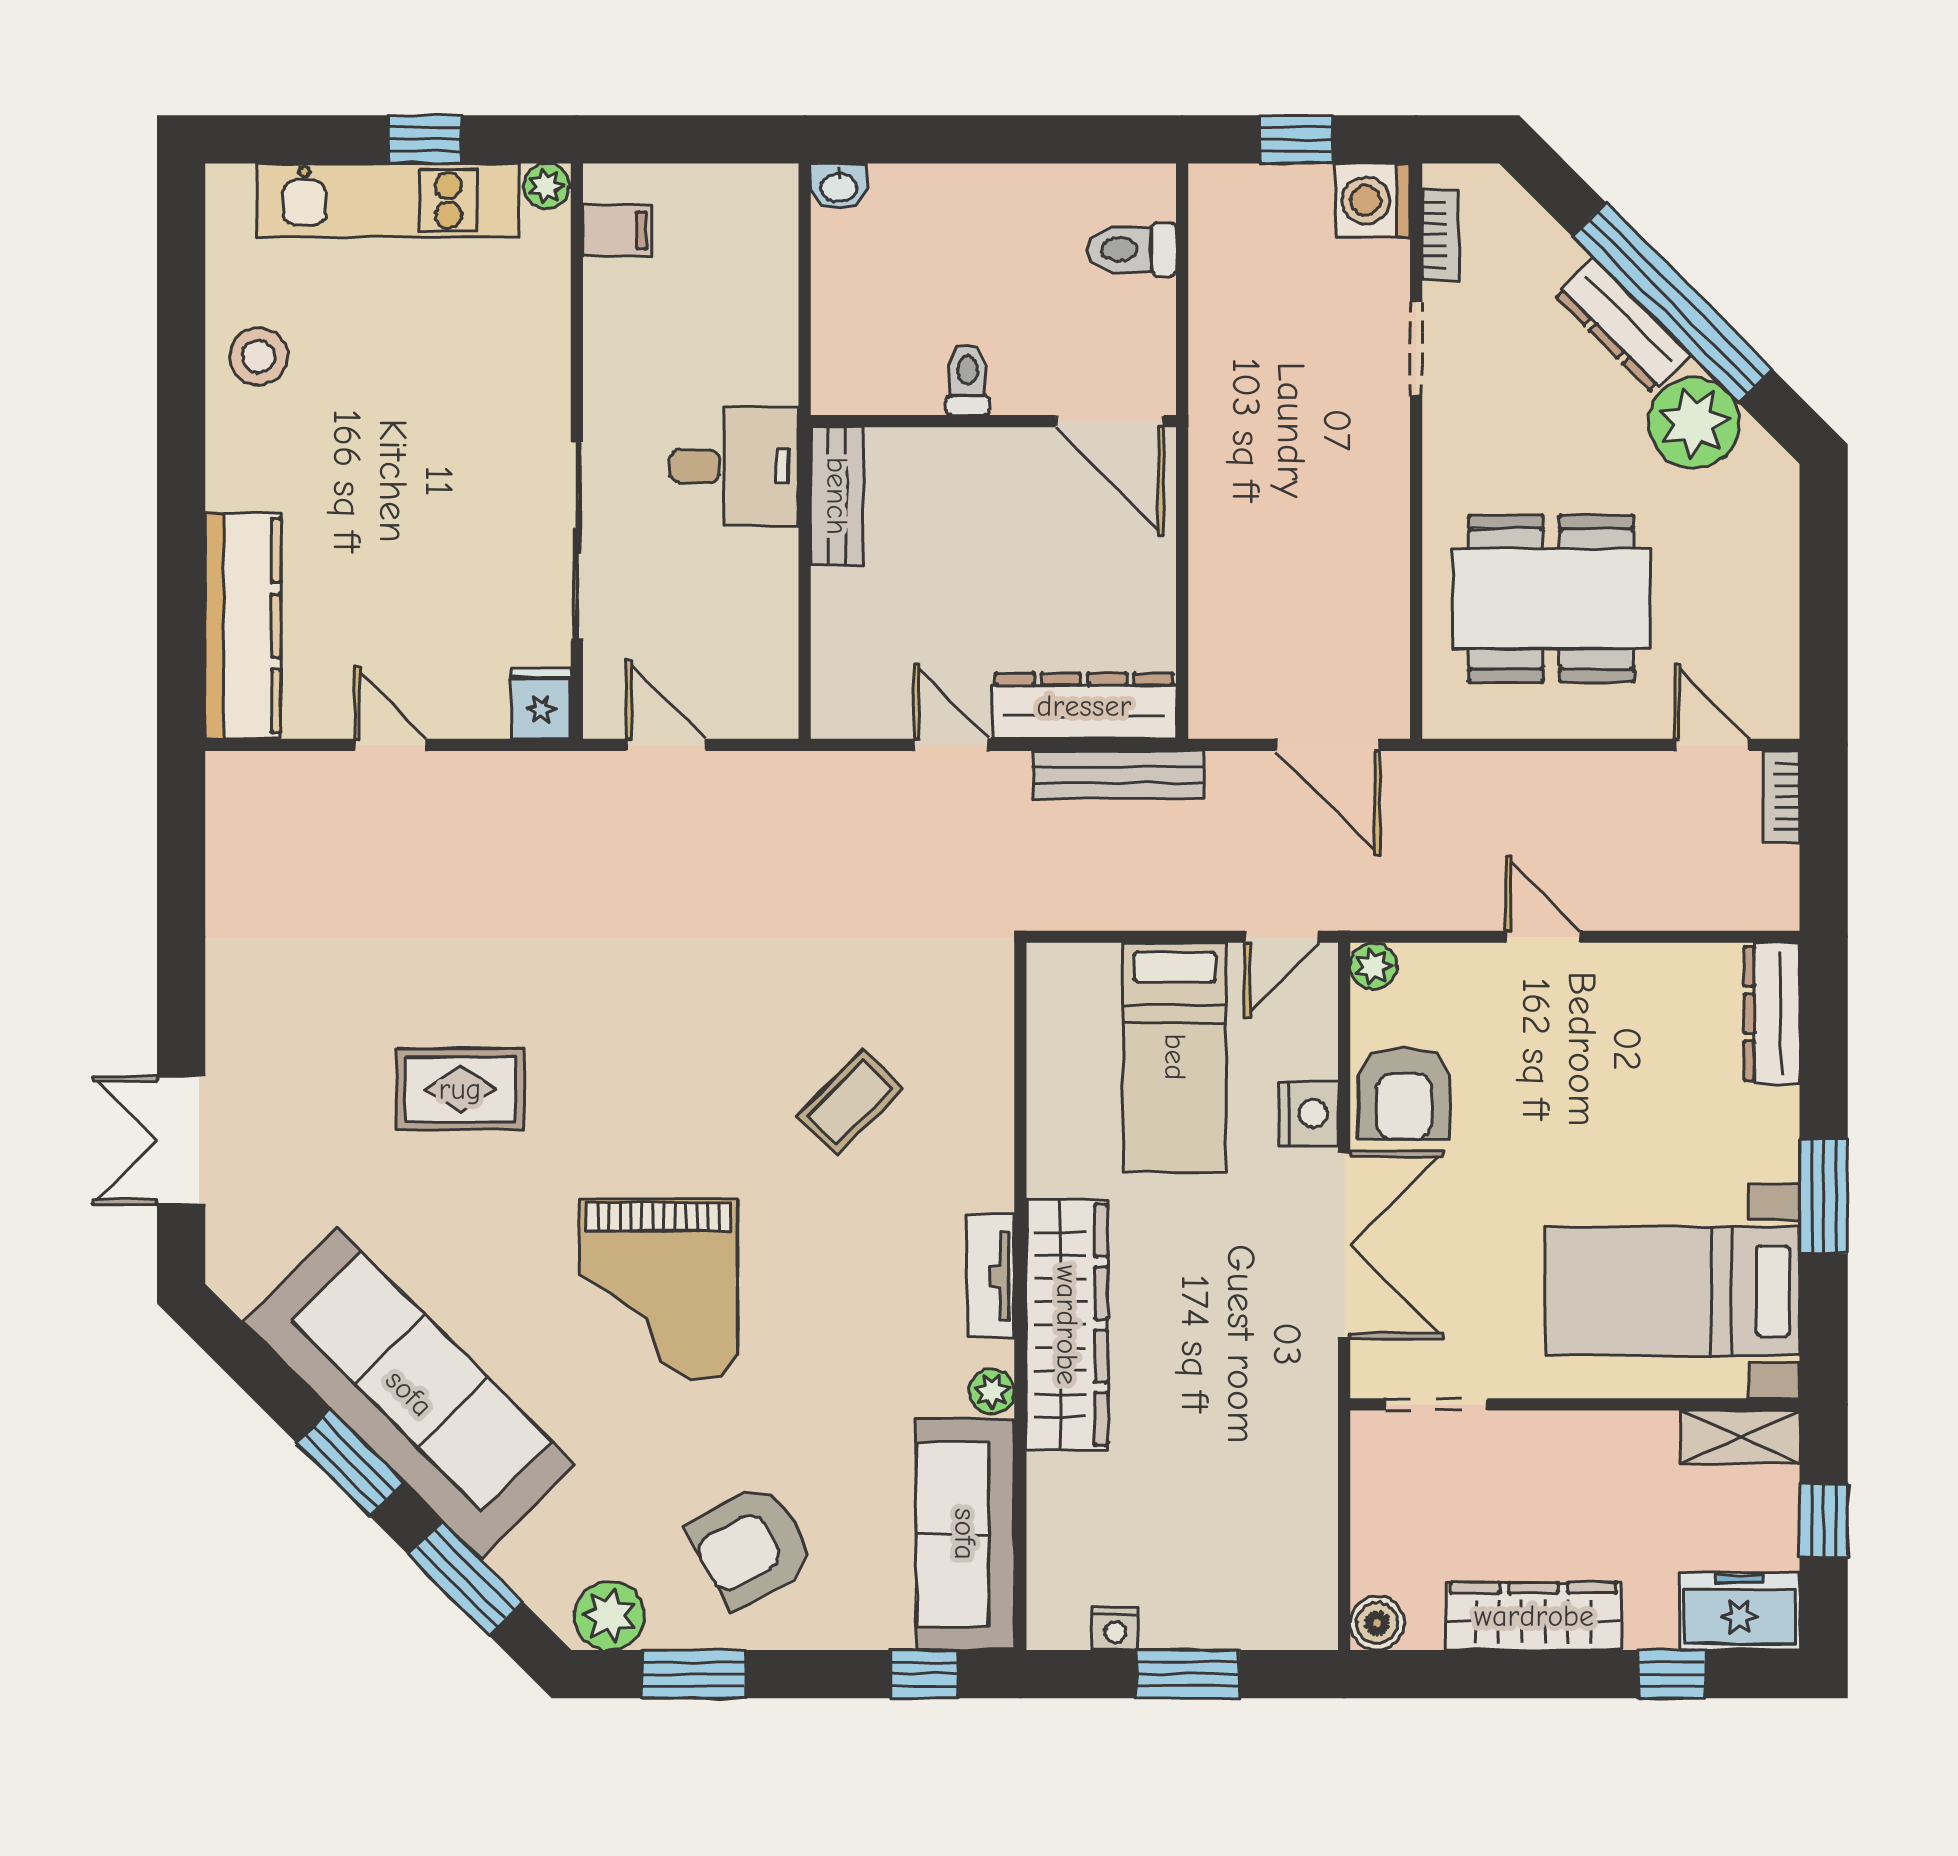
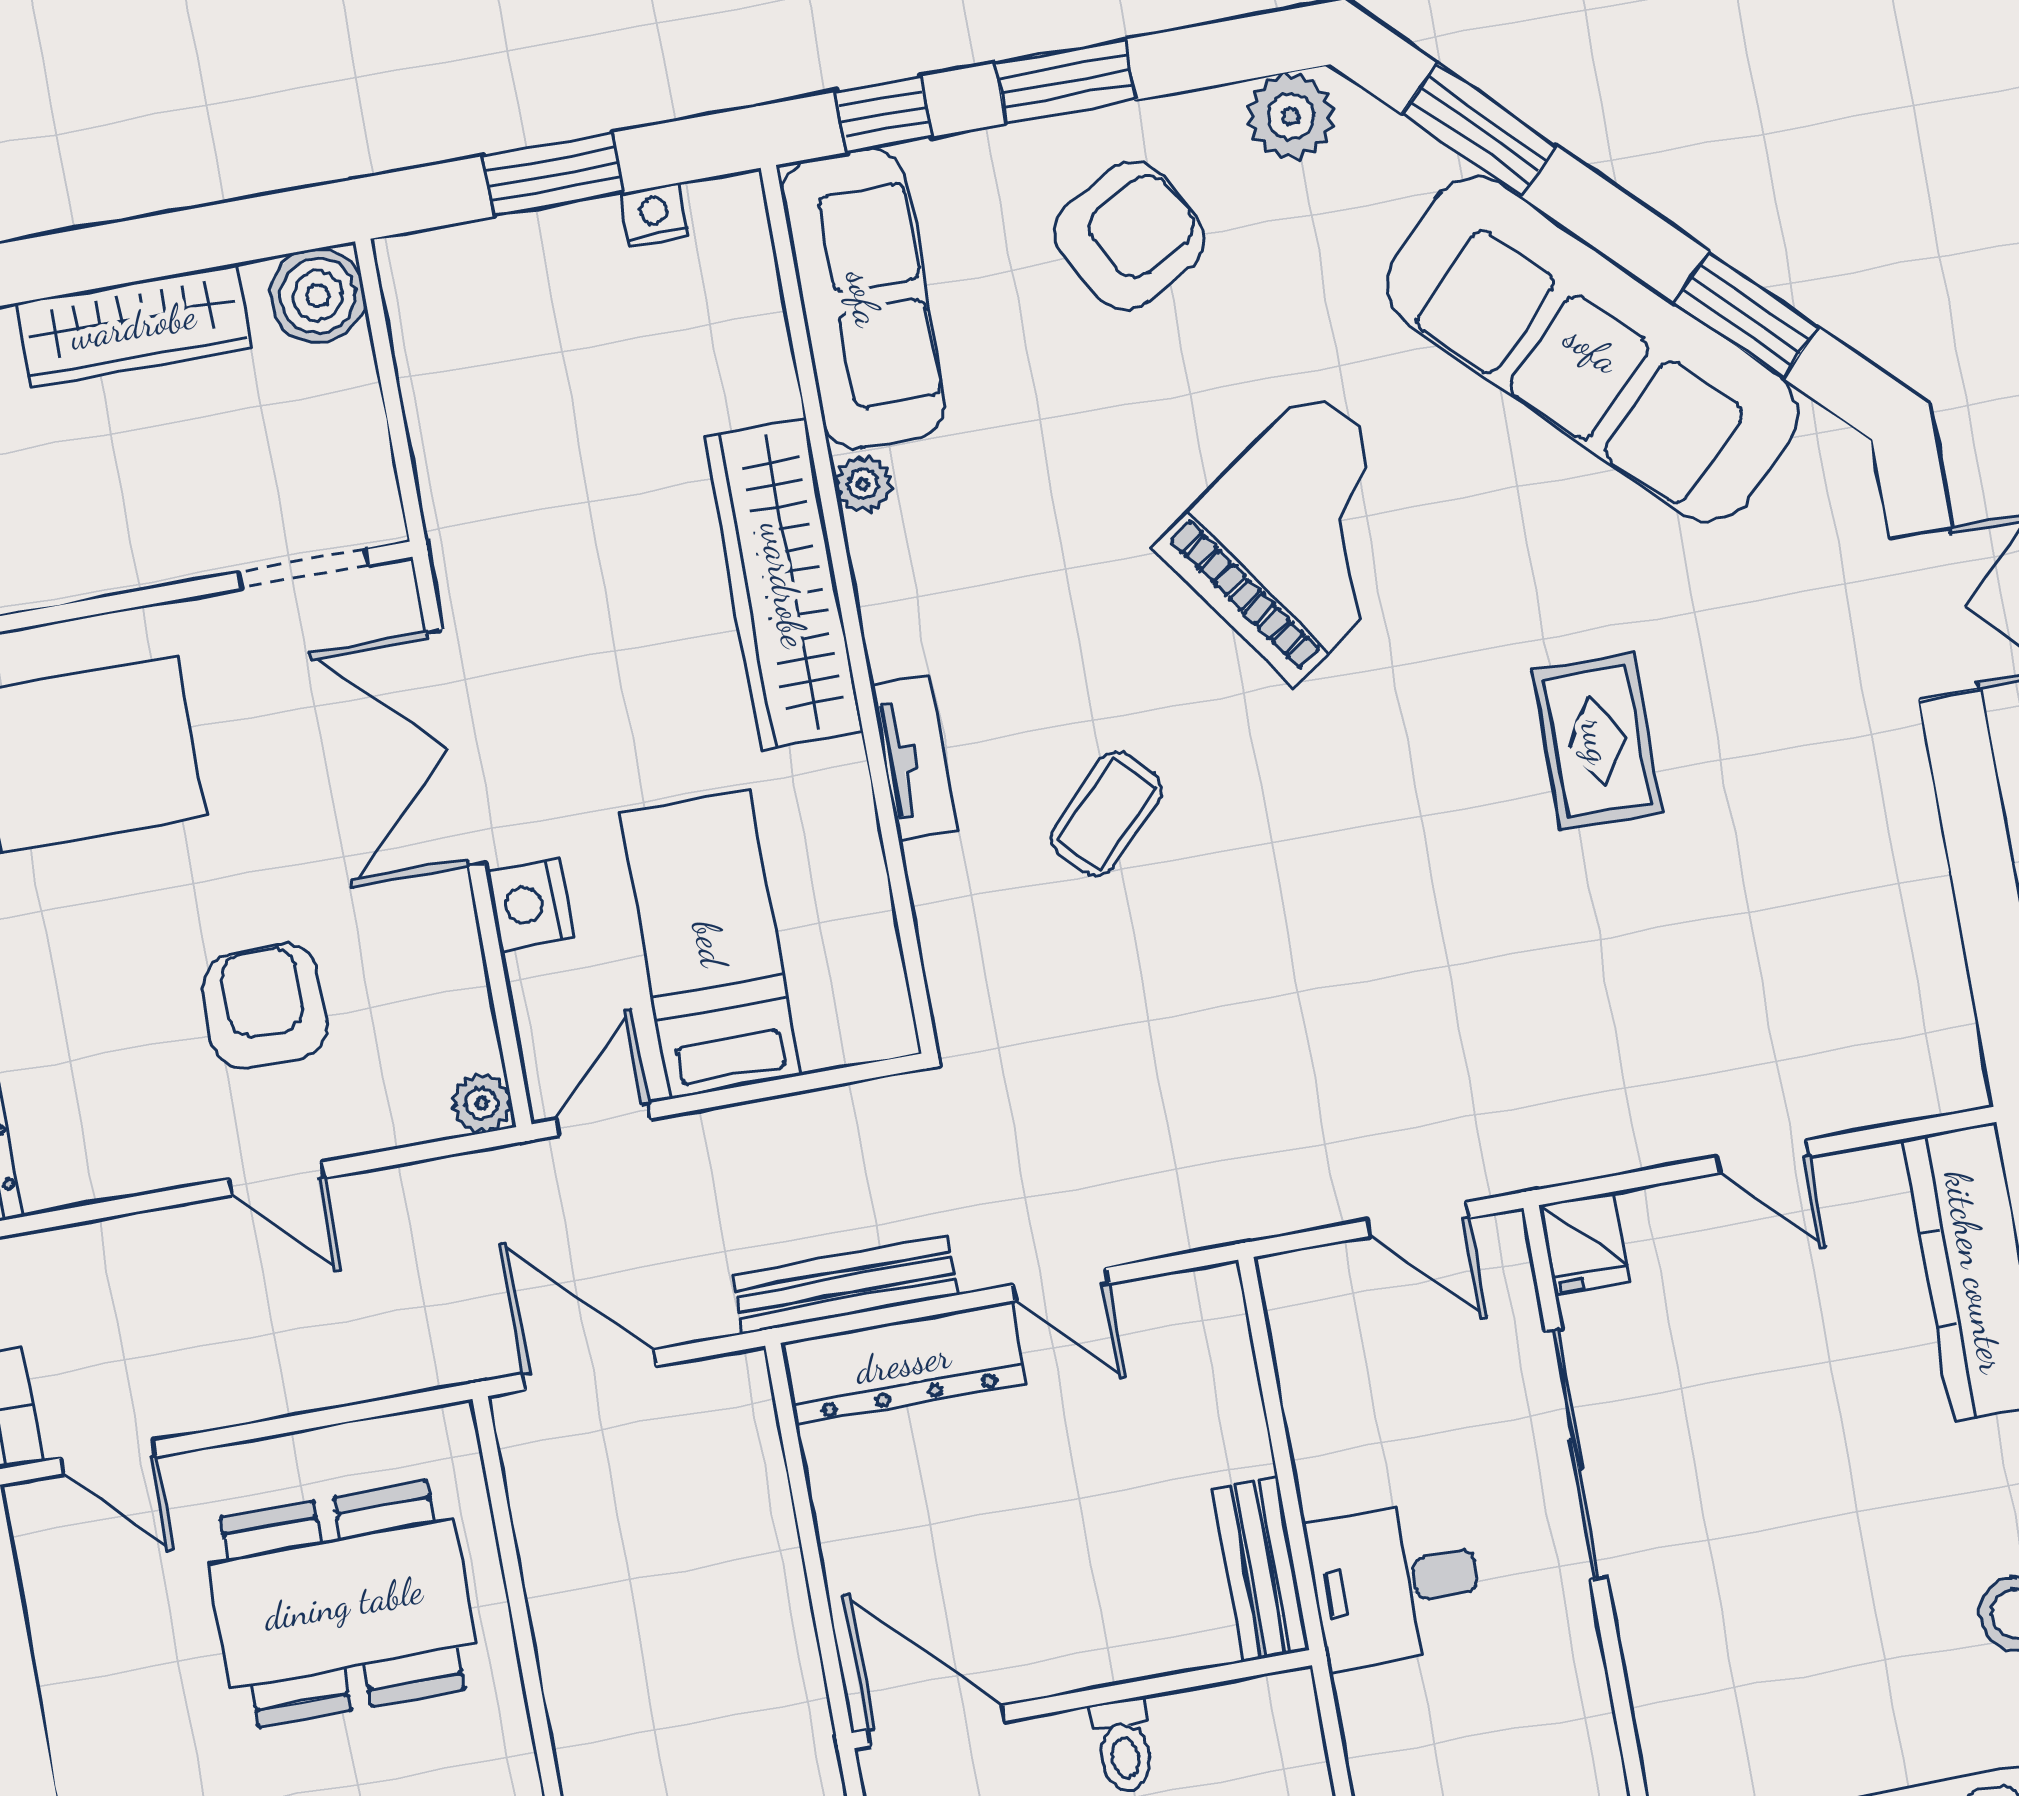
rug: (460, 1089) -> (1597, 741), turned 90
armchair: (1404, 1093) -> (265, 1006), moved
tv unit: (991, 1276) -> (914, 757), moved
grand piano: (659, 1289) -> (1303, 536), turned 55
window: (350, 1463) -> (1746, 315), moved
boiler: (1377, 1623) -> (318, 296), width x1.36, depth x1.36
window: (694, 1674) -> (1066, 81), moved

